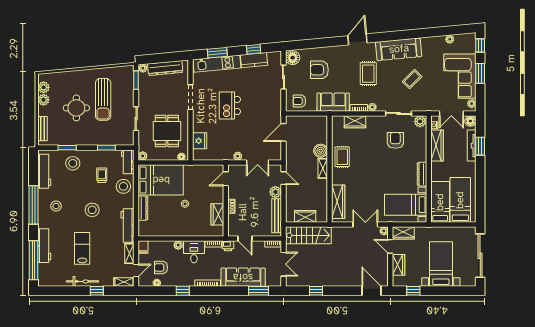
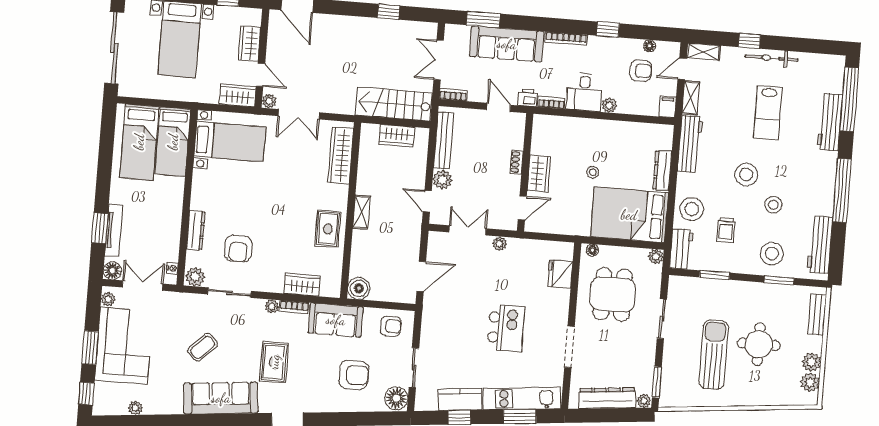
wardrobe: (437, 145) -> (170, 235), removed
boiler: (321, 151) -> (359, 288), moved
dresser: (422, 174) -> (196, 230), moved
stool: (56, 206) -> (773, 205), moved
wardrobe: (217, 214) -> (539, 174), moved

